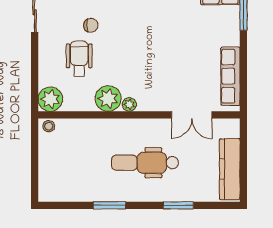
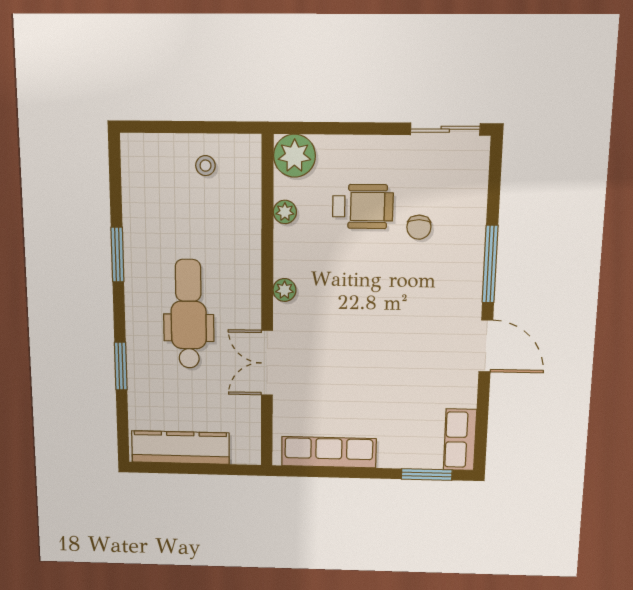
plant: (108, 99) -> (285, 212), moved, width x0.53, depth x0.53
double door: (192, 115) -> (267, 363), moved
stool: (49, 126) -> (205, 166), moved

